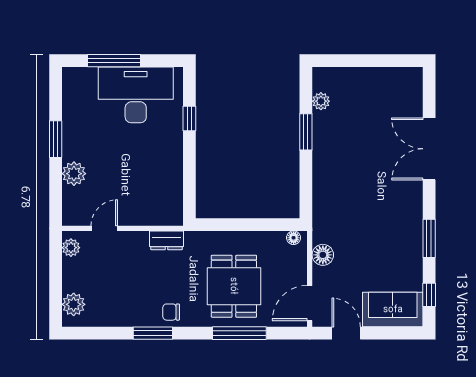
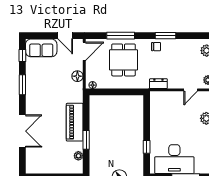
piano: (328, 166) -> (75, 122), added

